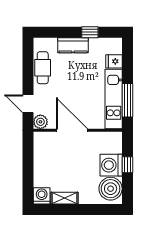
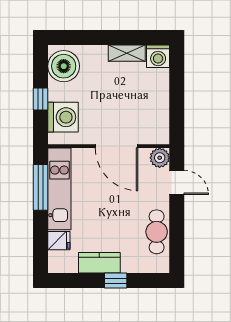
window: (90, 32) -> (116, 281), moved
kitchen counter: (73, 45) -> (99, 263), moved
washing machine: (111, 165) -> (63, 117), moved

